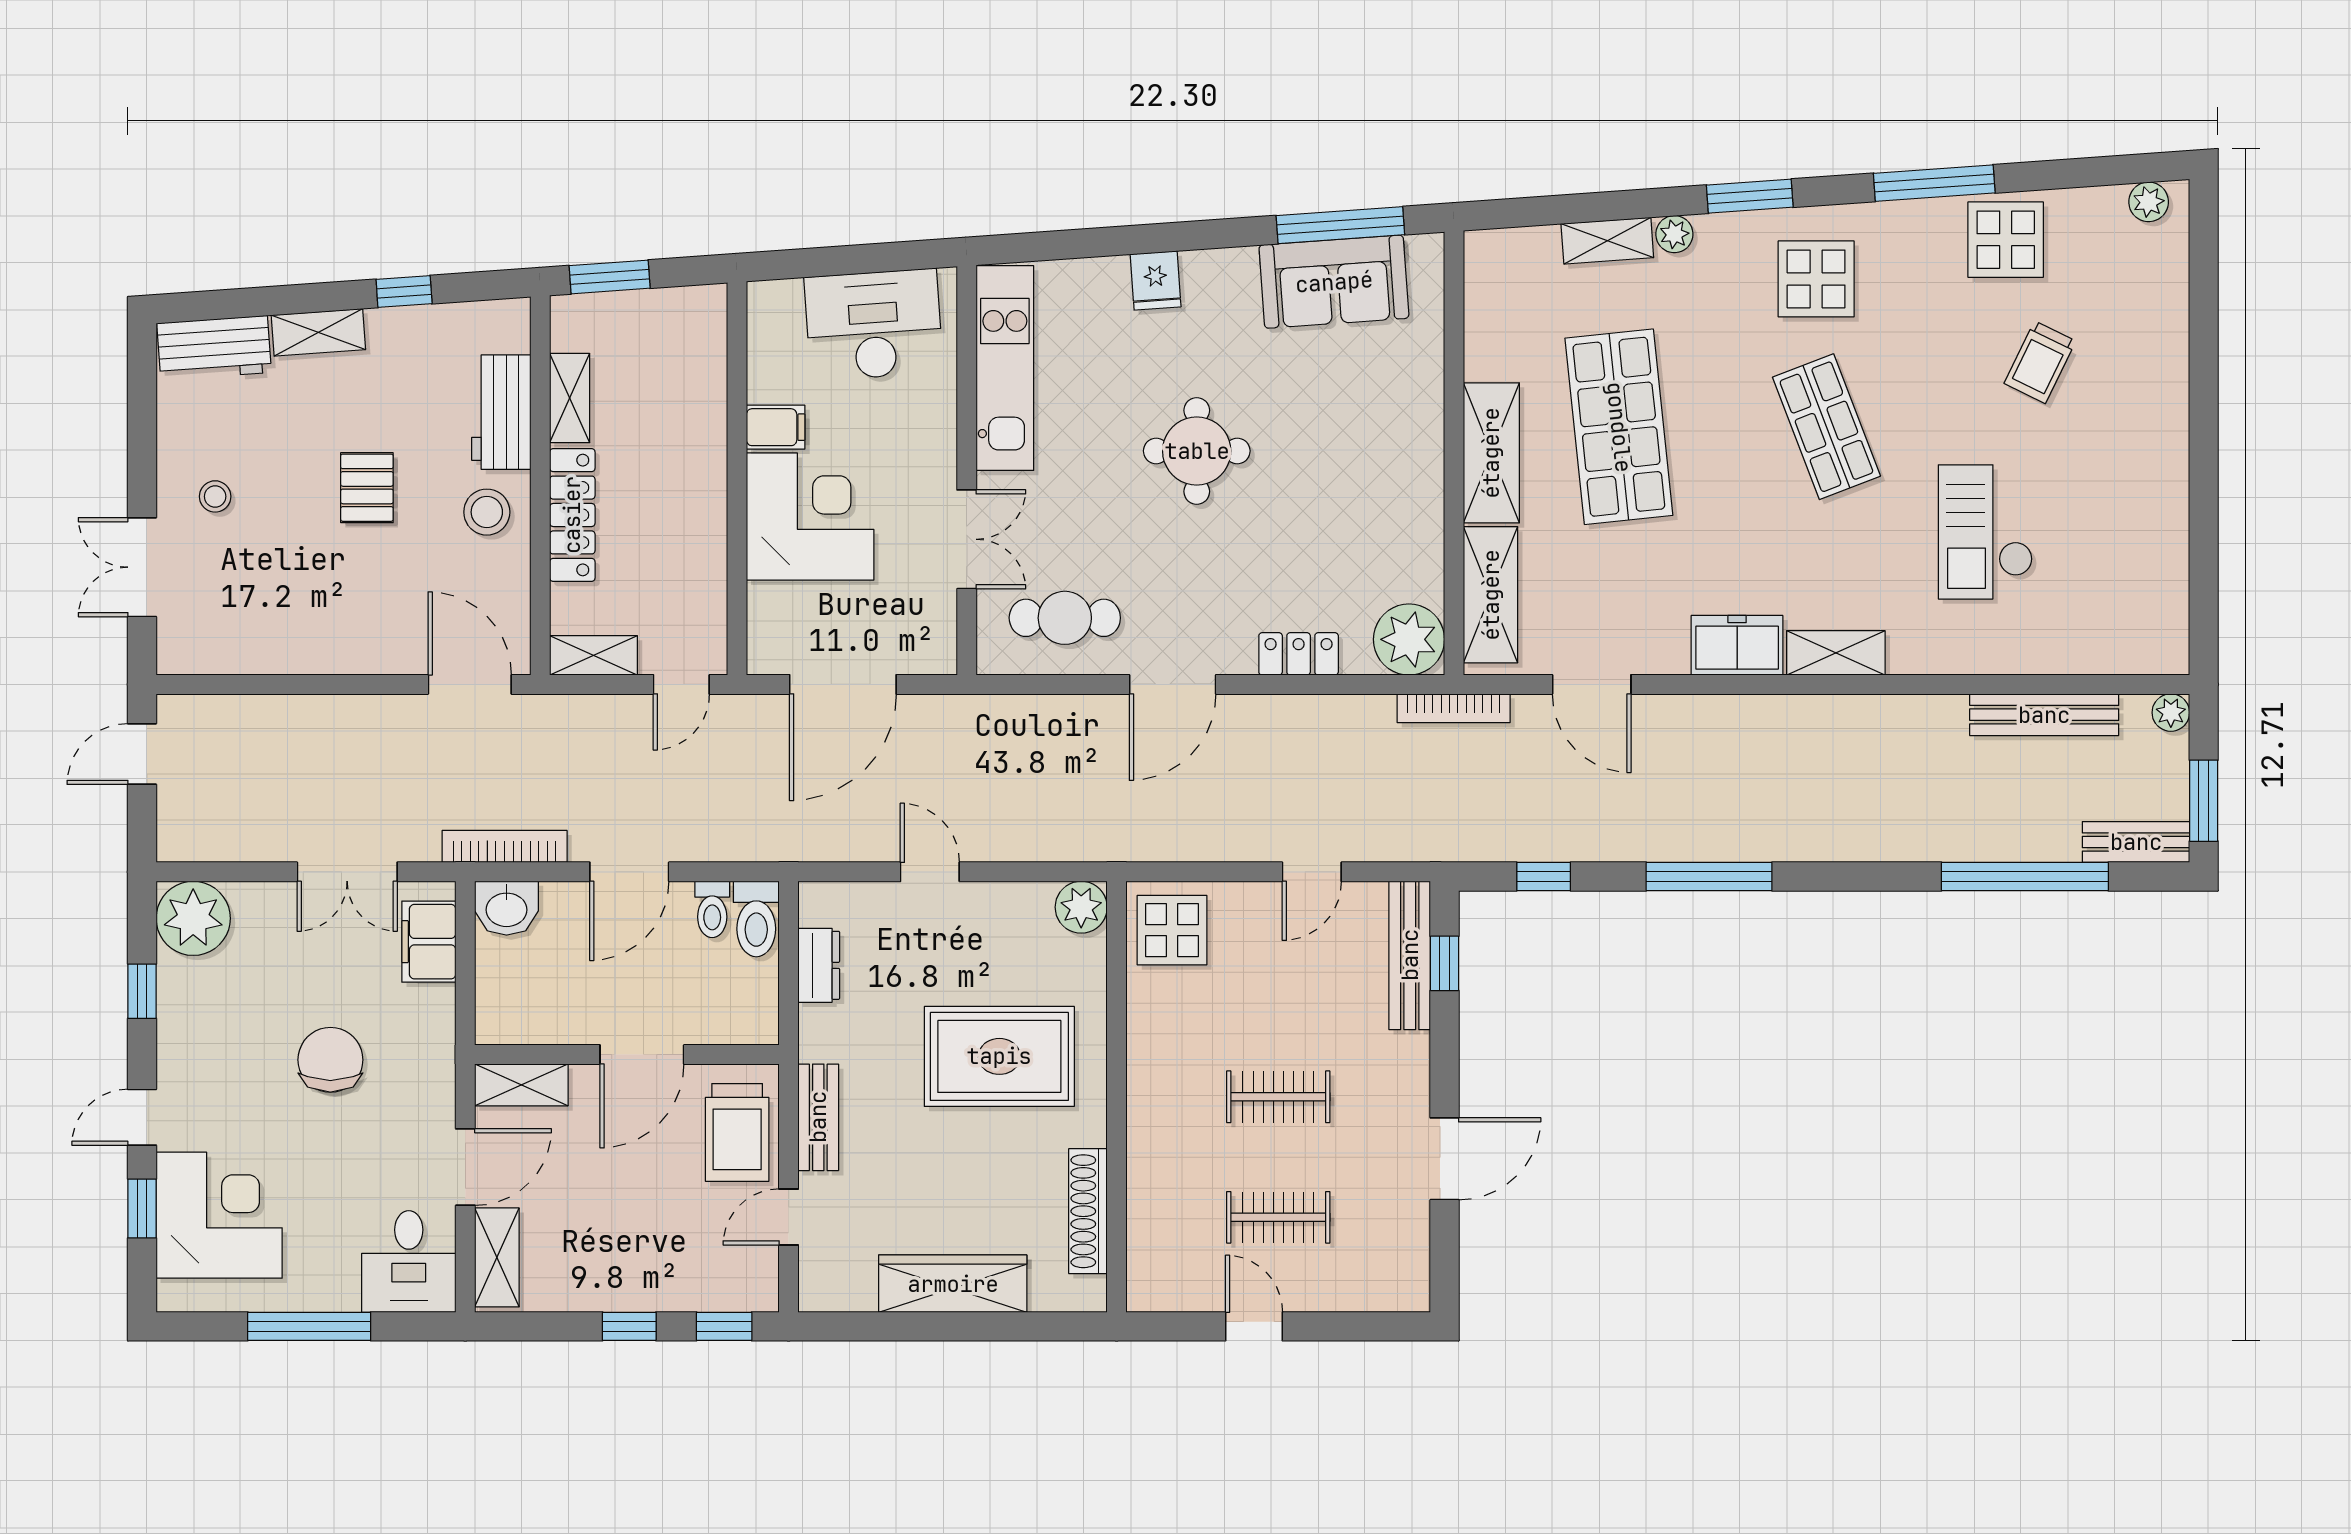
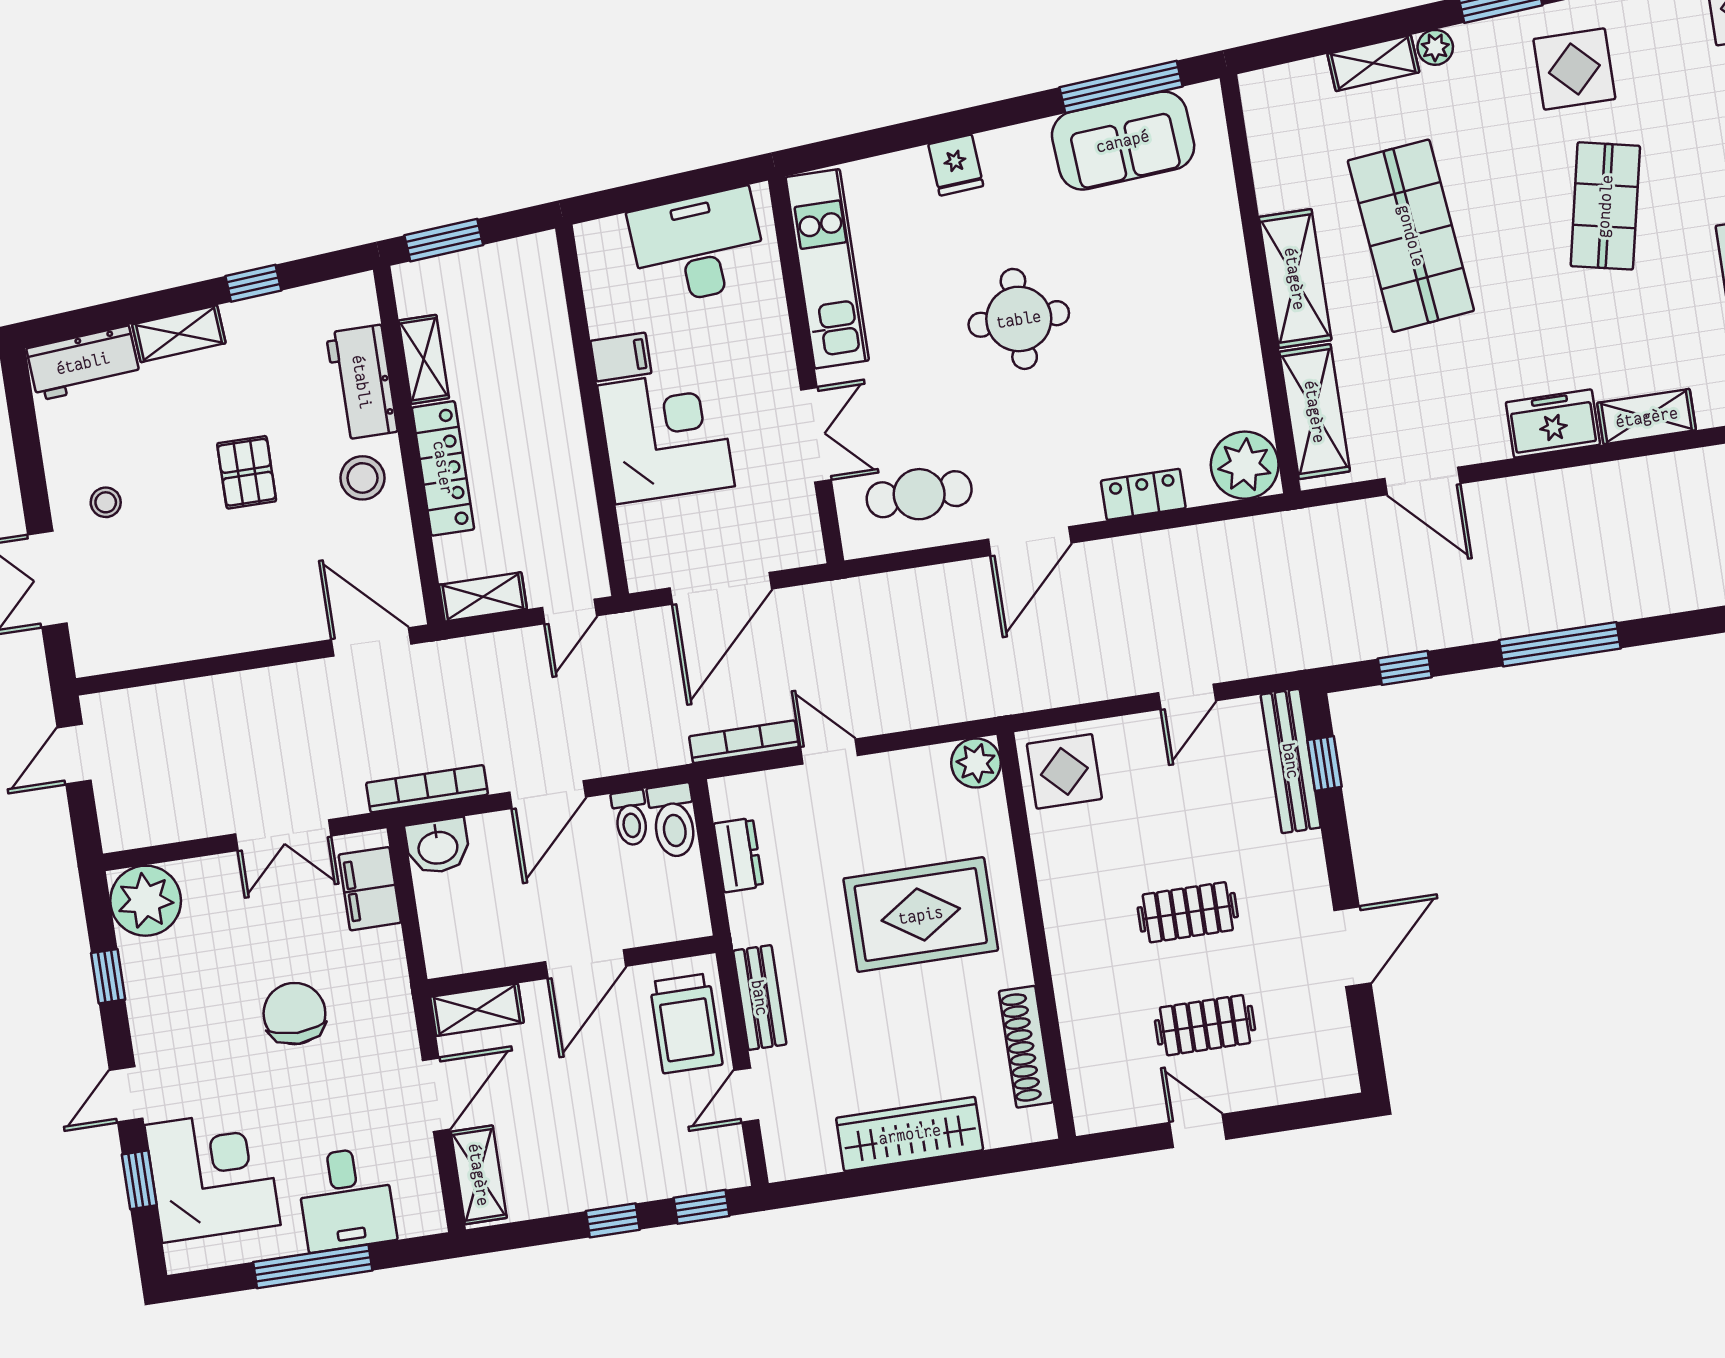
shop shelf: (1826, 427) -> (1605, 206), turned 33
bookcase: (1454, 708) -> (744, 742), moved, turned 180
desk: (409, 1261) -> (346, 1199), moved

